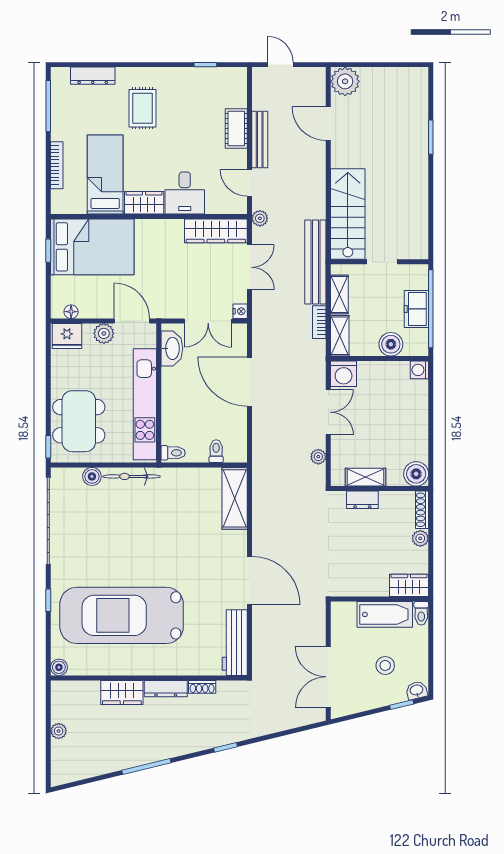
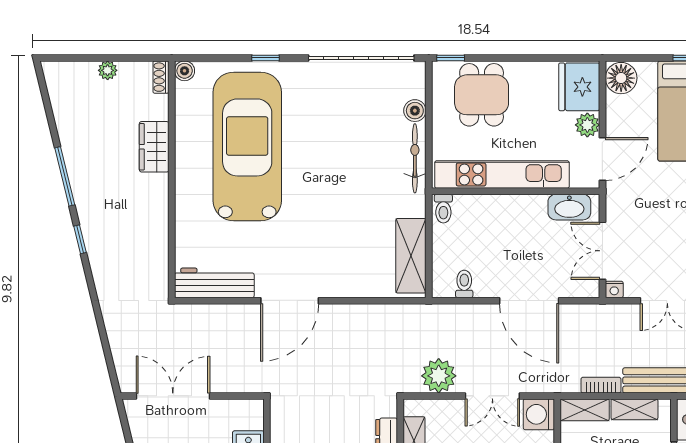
floor lamp: (71, 312) -> (621, 78), width x1.89, depth x1.89
fridge: (67, 336) -> (579, 87), width x1.36, depth x1.34
door: (249, 382) -> (529, 301), swing flipped
dining table: (79, 421) -> (482, 95), width x0.73
toilet: (216, 451) -> (464, 284), moved, turned -90
plant: (318, 457) -> (439, 376), width x1.87, depth x1.87
shelving: (235, 498) -> (411, 256), moved, turned 90
shoe rack: (202, 687) -> (161, 77), moved
dresser: (166, 689) -> (159, 200), removed
window: (226, 747) -> (80, 239), moved

